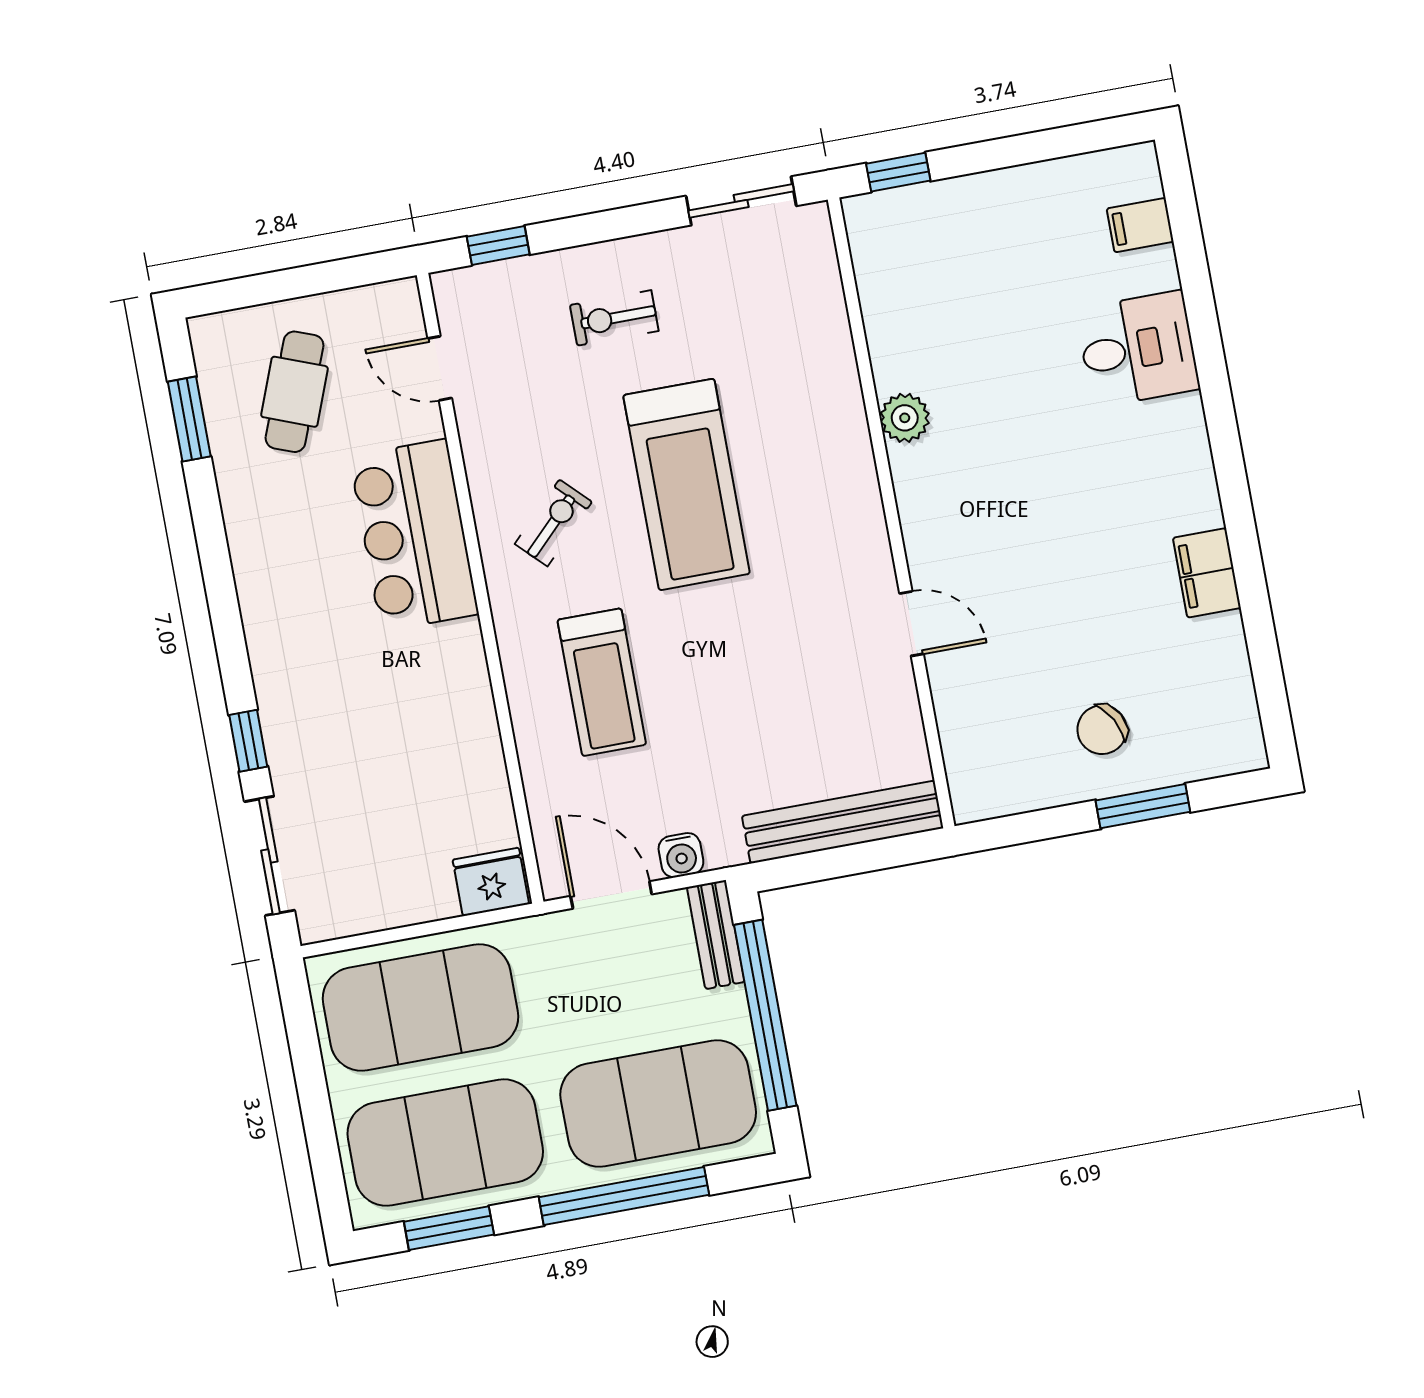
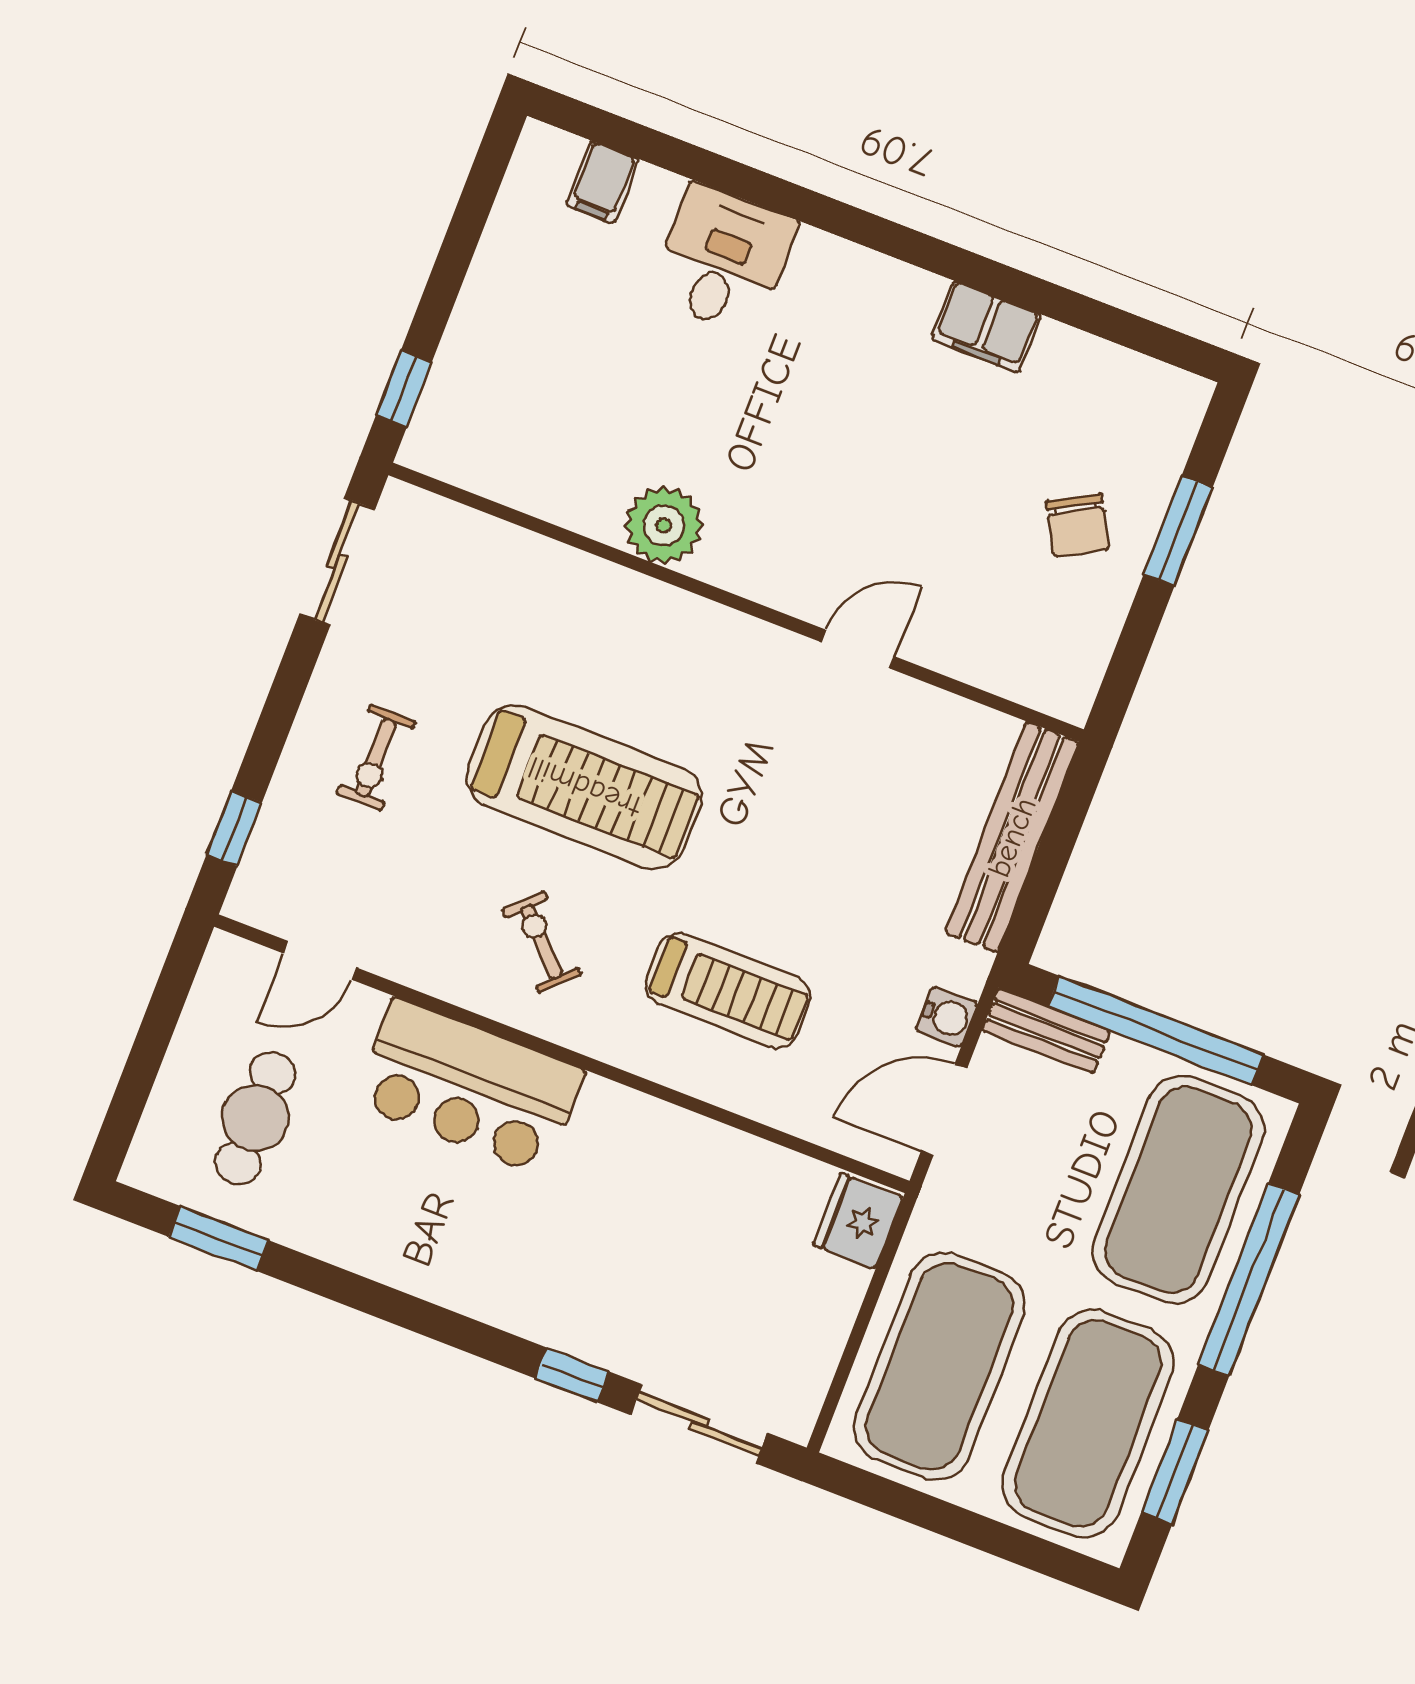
cafe table: (295, 392) -> (255, 1118), turned 69
plant: (905, 418) -> (664, 525), width x1.36, depth x1.36

